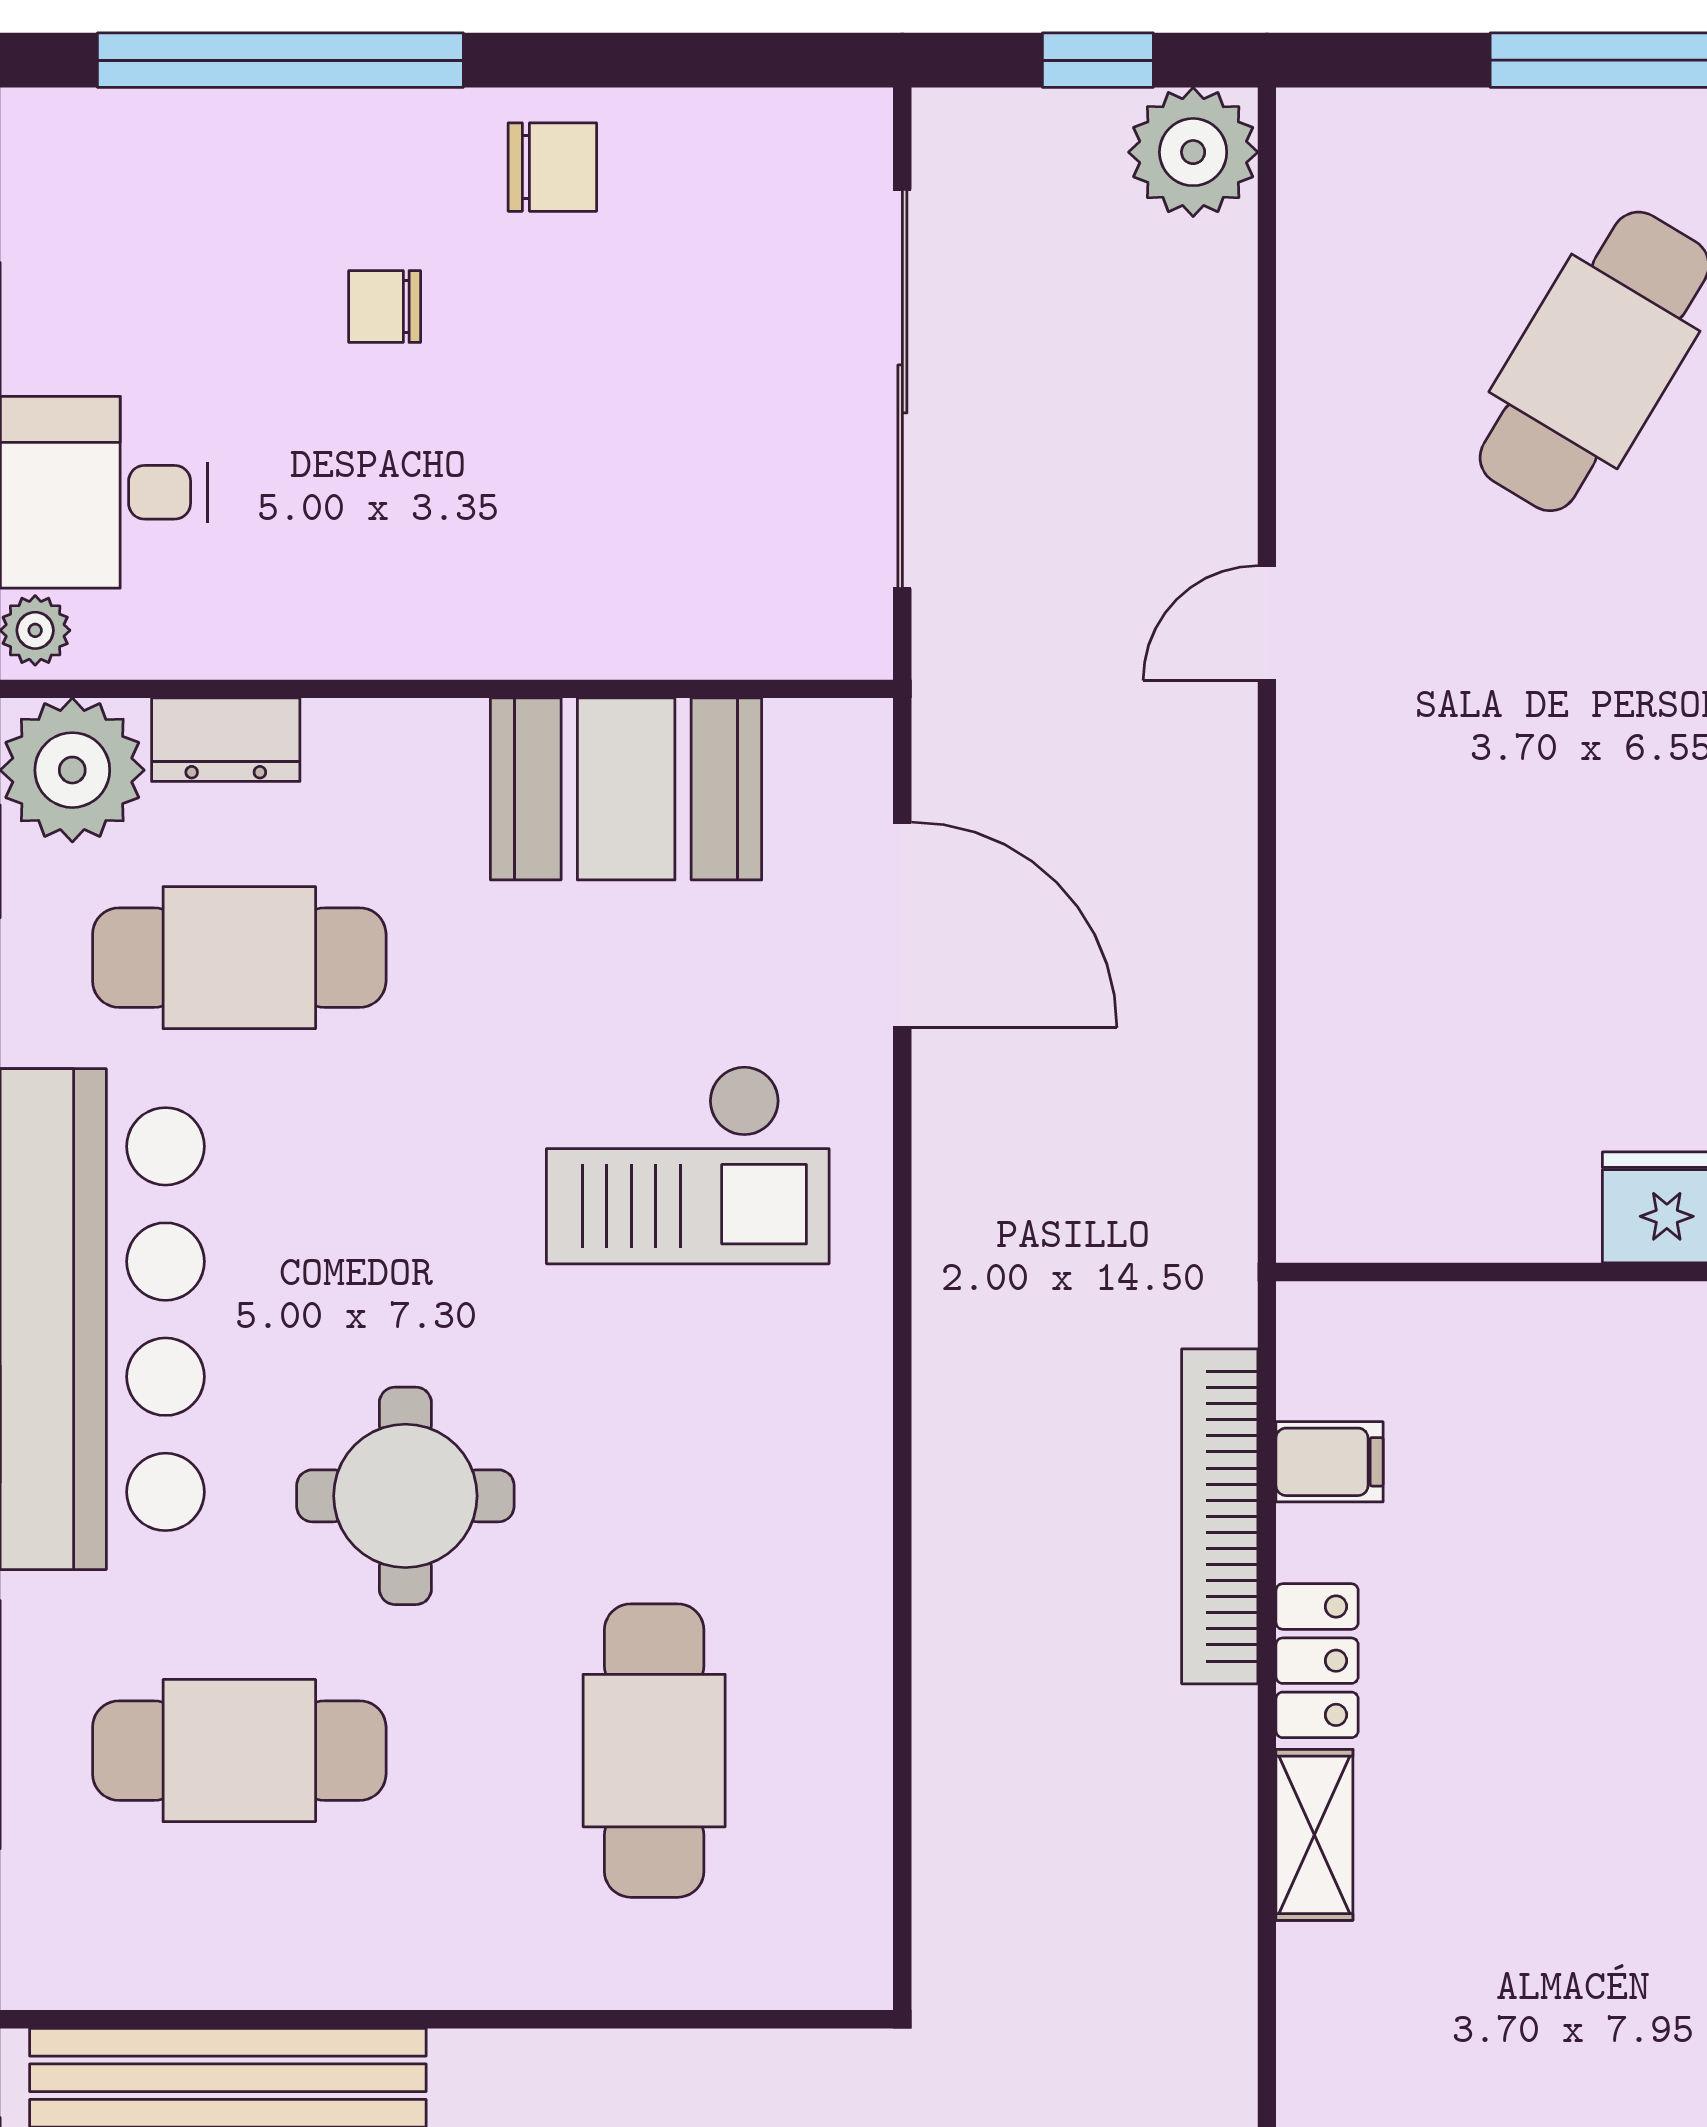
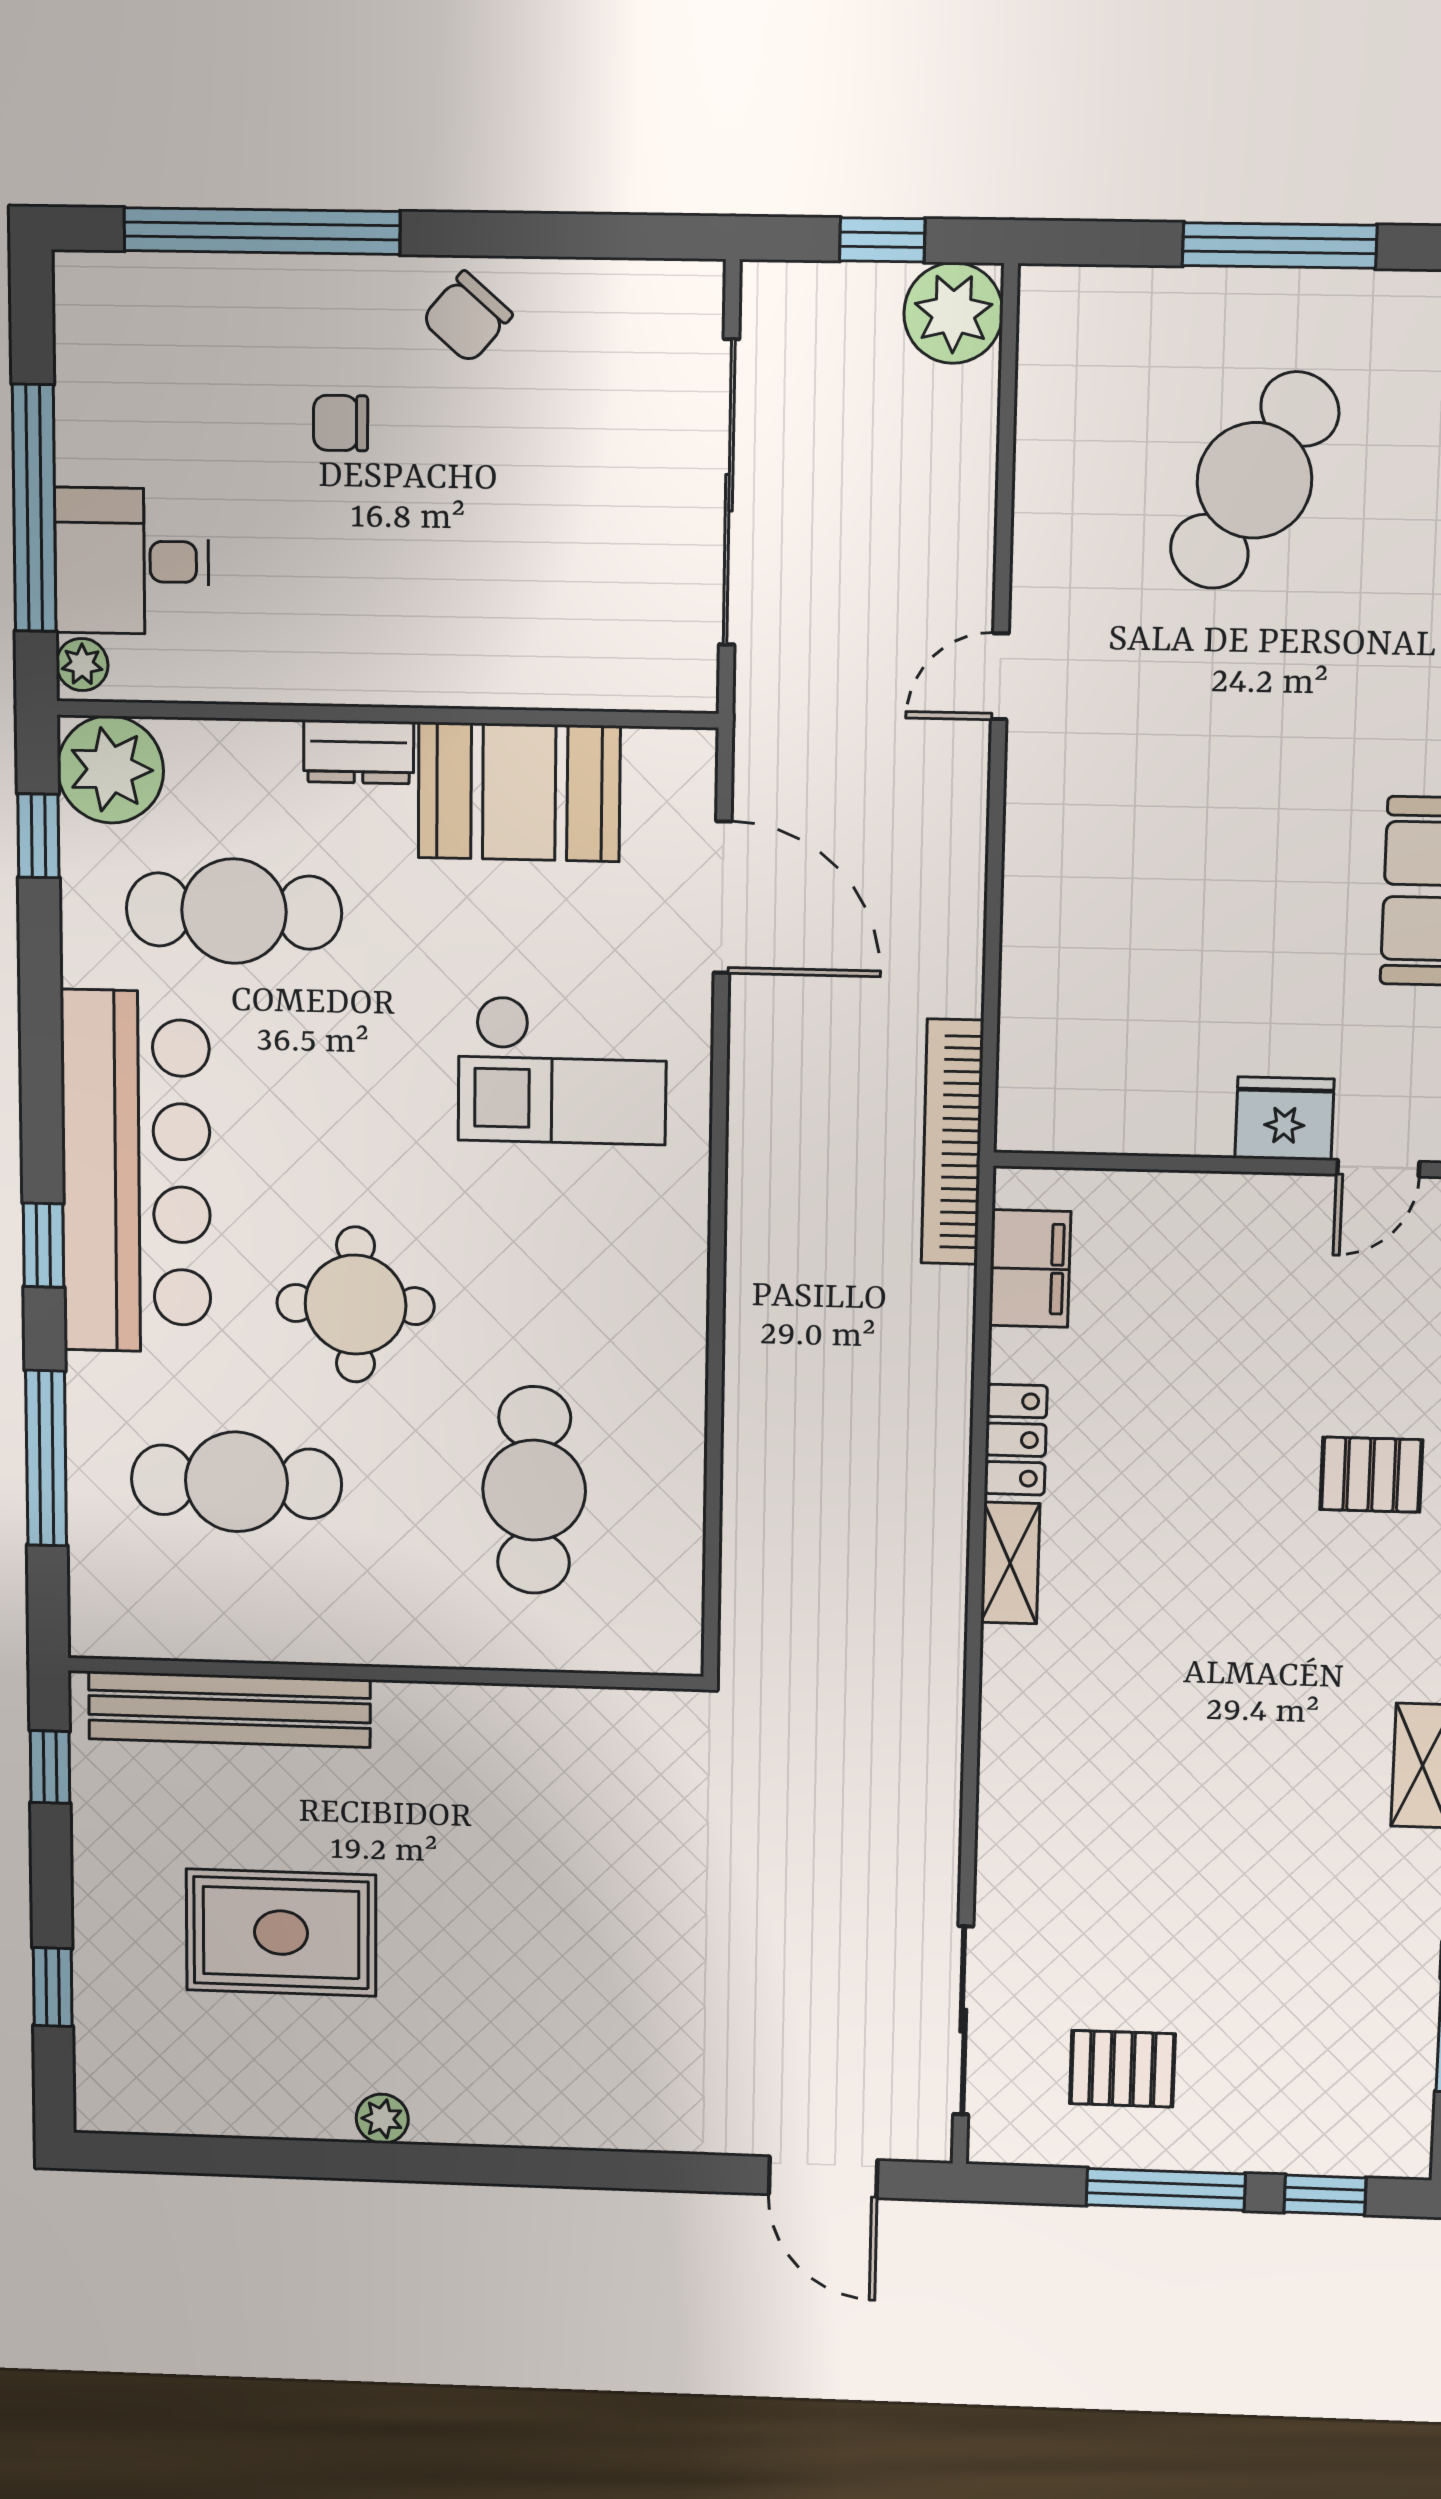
chair: (552, 167) -> (467, 317), turned 131
dresser: (226, 740) -> (359, 752), moved
filing cabinet: (1330, 1462) -> (1030, 1269), width x2.00
bookcase: (1220, 1516) -> (952, 1142), moved

